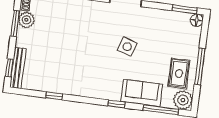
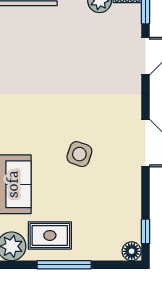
window: (185, 9) -> (145, 231), width x0.67

